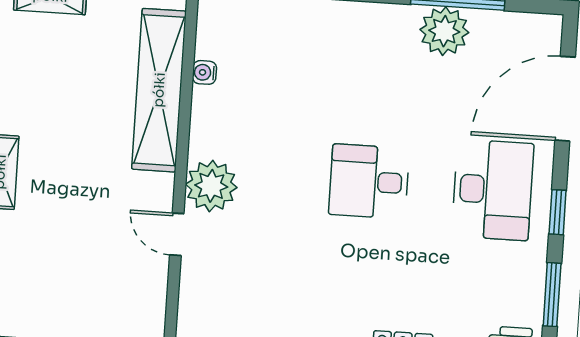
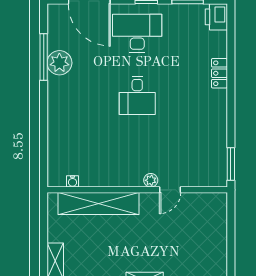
water cooler: (204, 72) -> (73, 181), moved
plant: (211, 186) -> (151, 180), width x0.53, depth x0.53

